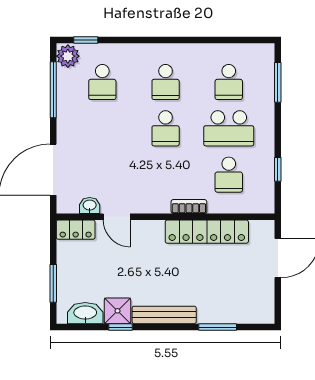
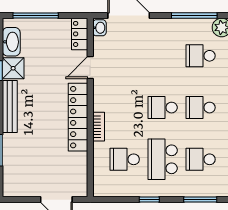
window: (278, 169) -> (149, 200), moved
washbasin: (90, 206) -> (99, 28), moved
locker: (207, 232) -> (78, 117), moved
window: (53, 283) -> (36, 16), width x1.44

